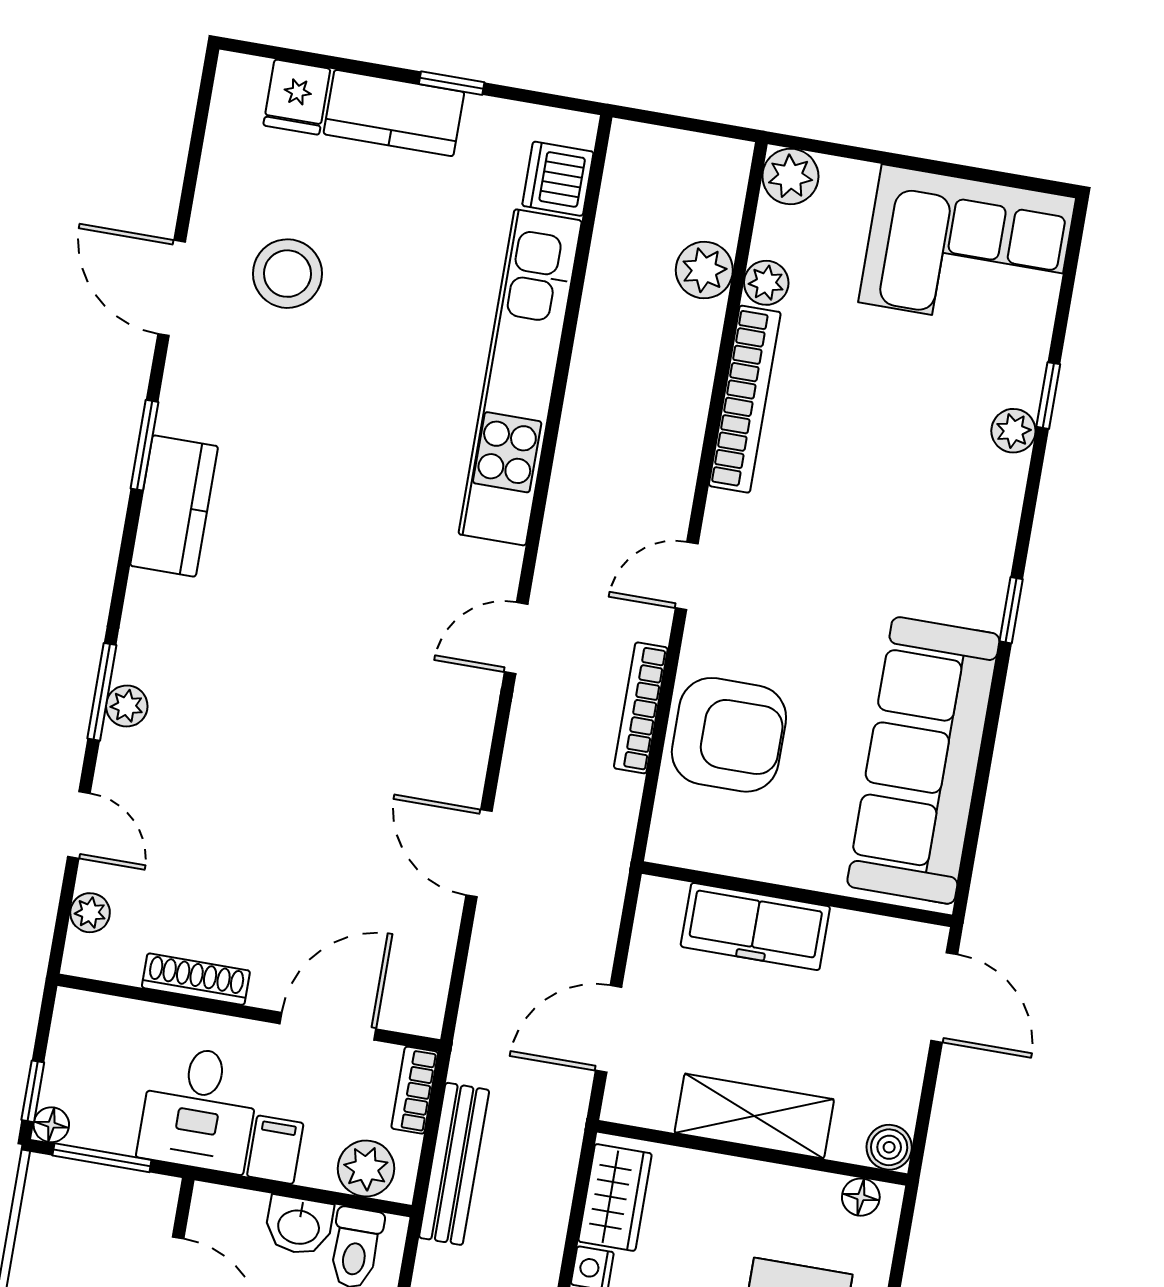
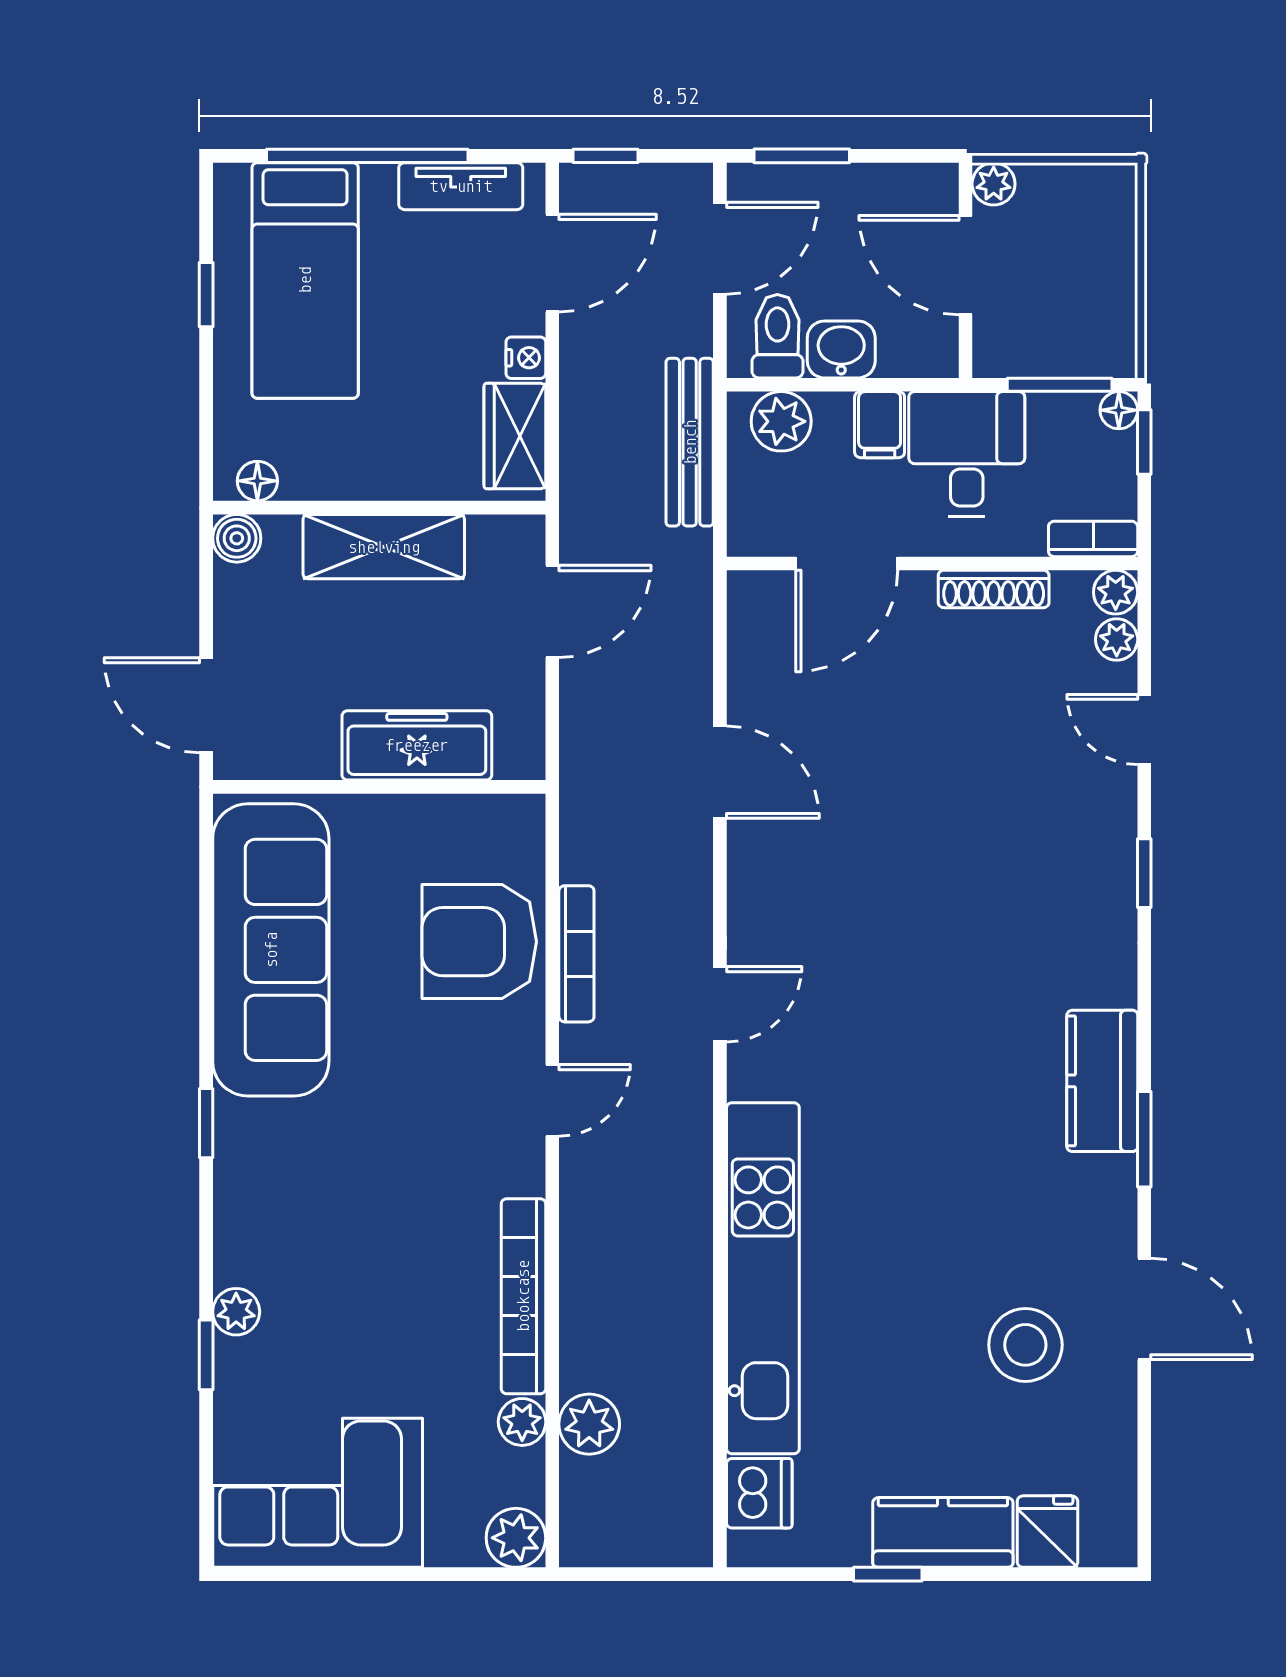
window: (102, 692) -> (1144, 873), width x0.67
plant: (127, 706) -> (1116, 592), moved
bookcase: (415, 1090) -> (1093, 539), moved, turned -90

